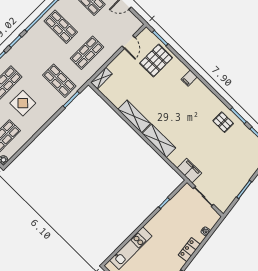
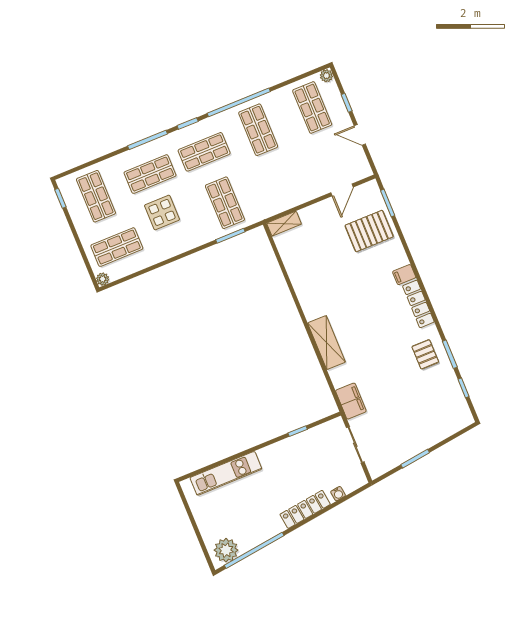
shop shelf: (87, 53) -> (204, 152), moved
locker: (206, 93) -> (418, 304), added
shelving: (134, 116) -> (307, 295), removed
locker: (189, 250) -> (305, 509), width x1.53

